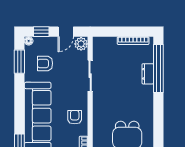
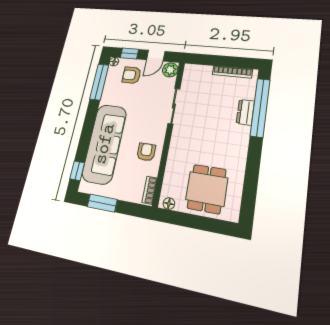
window: (19, 62) -> (99, 82), width x1.44
armchair: (45, 63) -> (132, 75), moved

